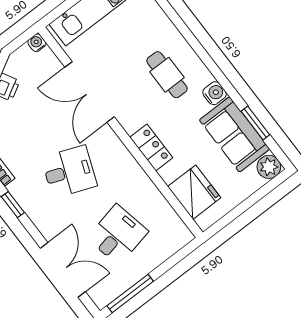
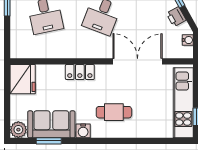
water cooler: (37, 43) -> (188, 40), moved
fridge: (194, 192) -> (23, 79), moved, turned -90

